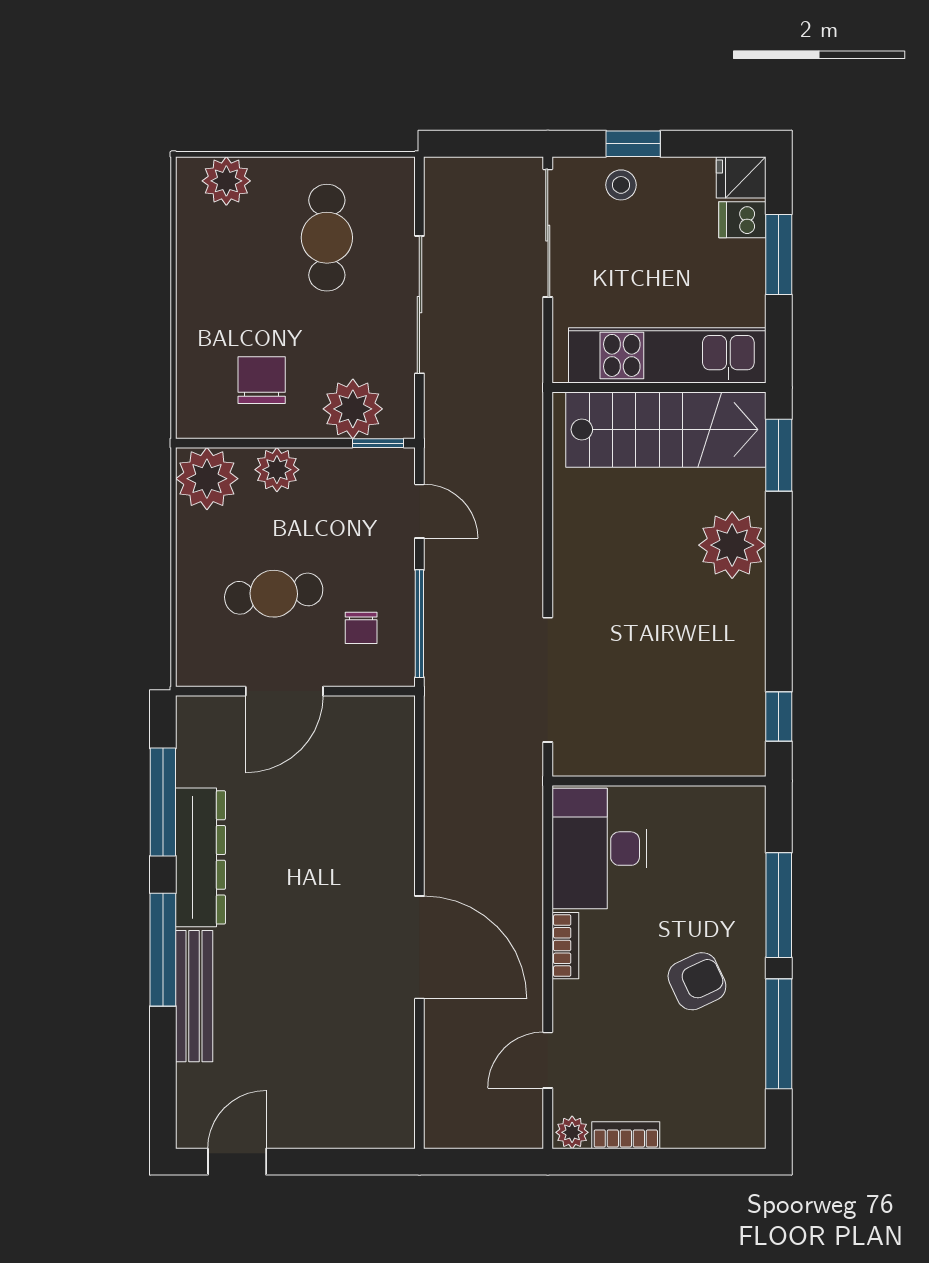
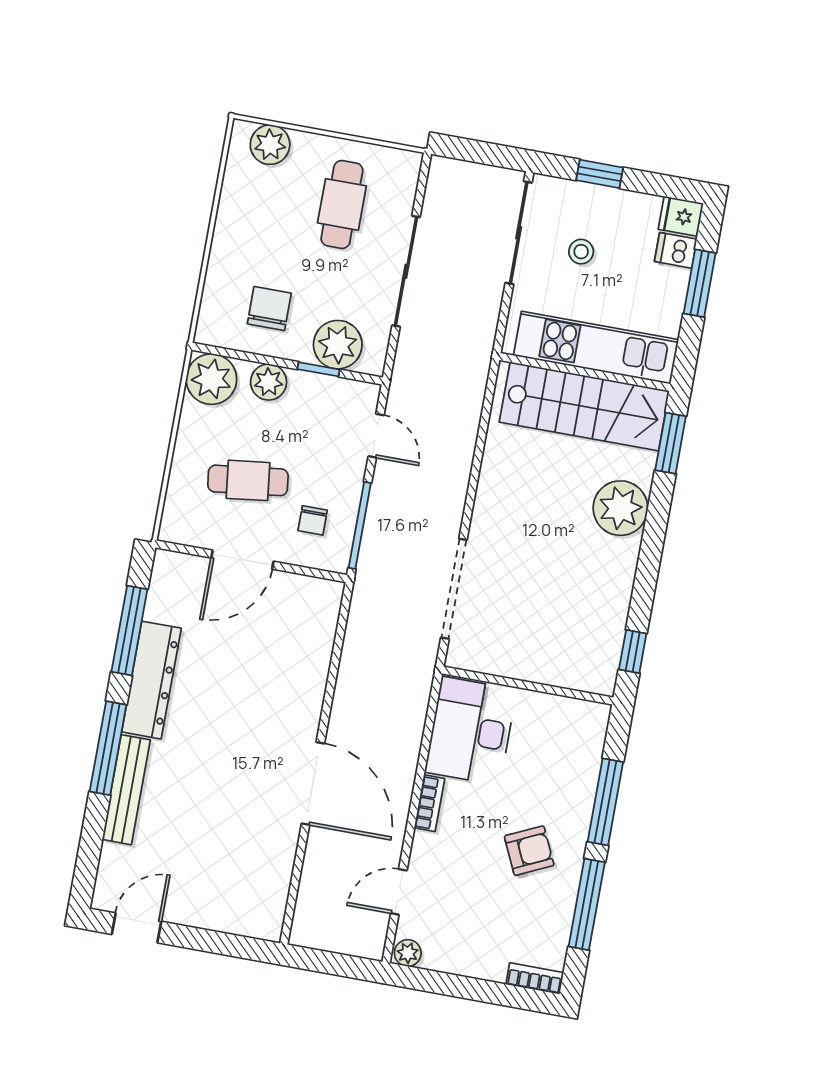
stool: (621, 185) -> (581, 252), moved
window: (378, 443) -> (318, 369), moved
bookcase: (626, 1135) -> (535, 978), moved

